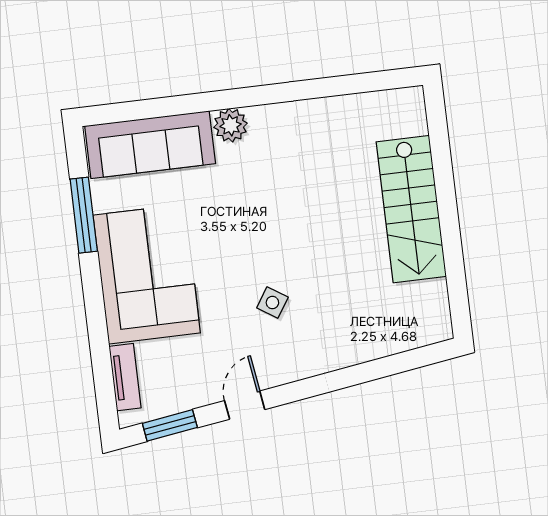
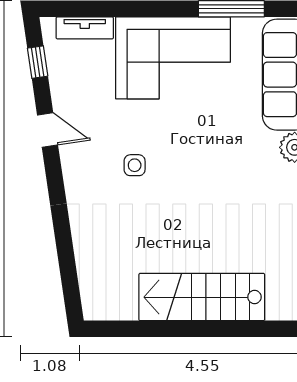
side table: (272, 303) -> (135, 165), turned -33
window: (170, 425) -> (38, 62), width x0.67

